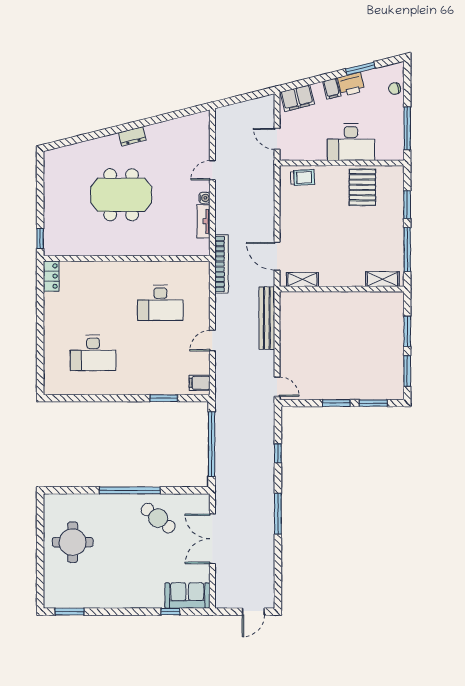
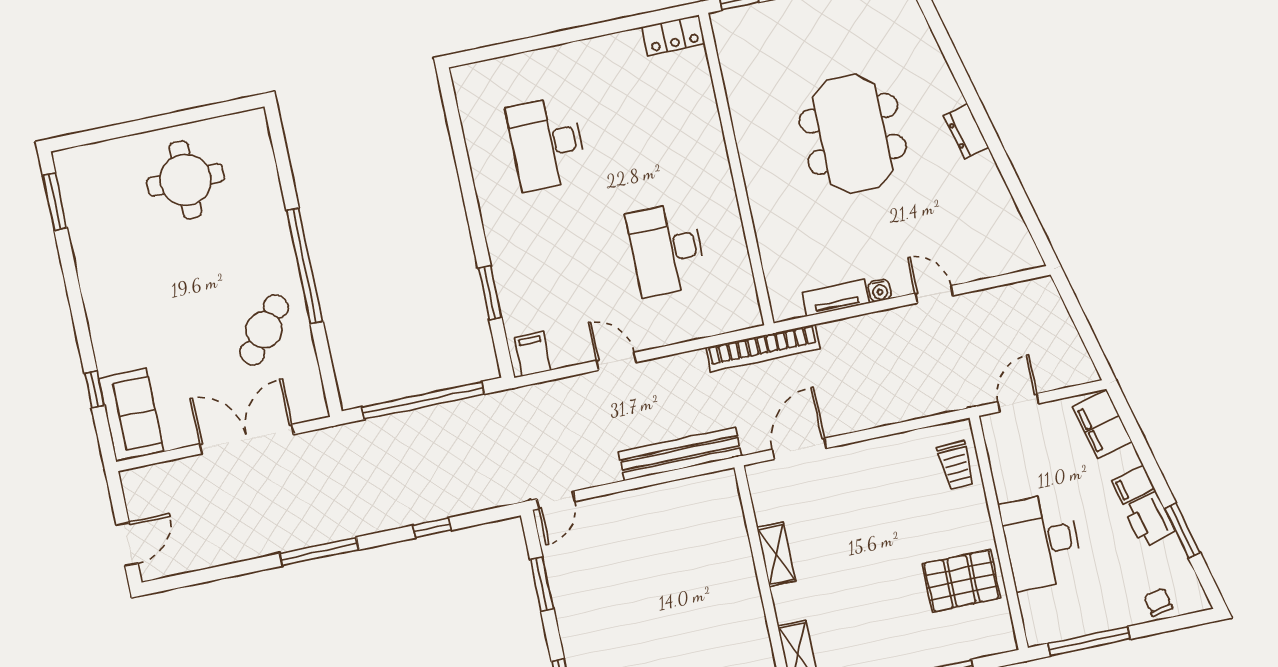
shelving: (302, 280) -> (776, 554), moved
window: (336, 403) -> (542, 584), moved
door: (253, 612) -> (127, 544), swing flipped

